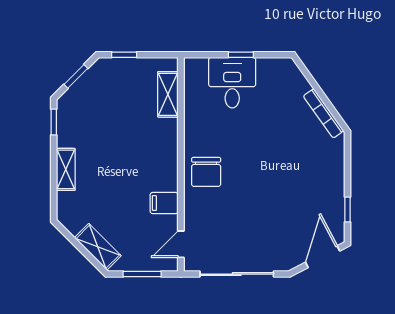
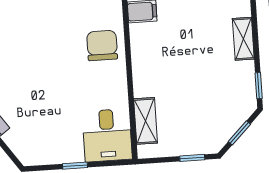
desk: (232, 83) -> (107, 135), moved

